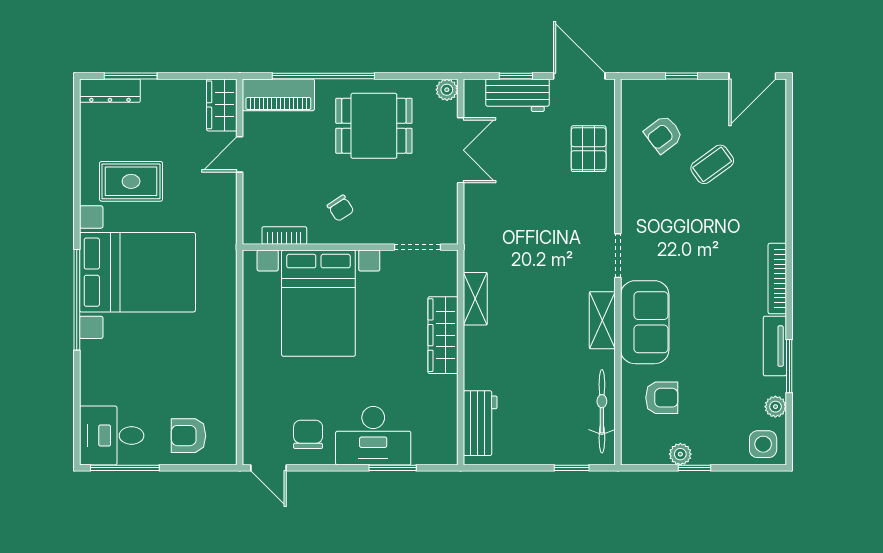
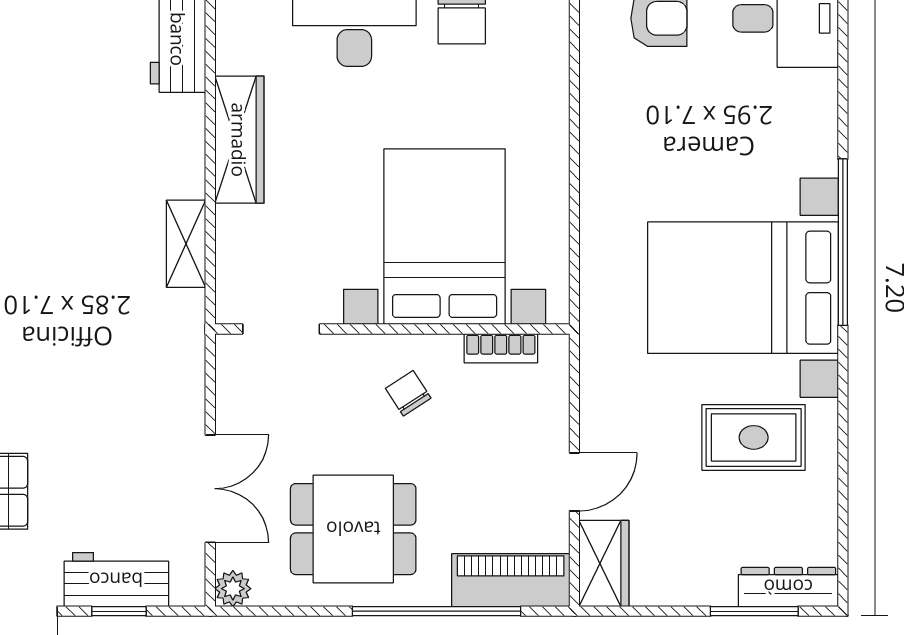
double door: (461, 150) -> (210, 489), swing flipped
wardrobe: (443, 335) -> (239, 140), moved

